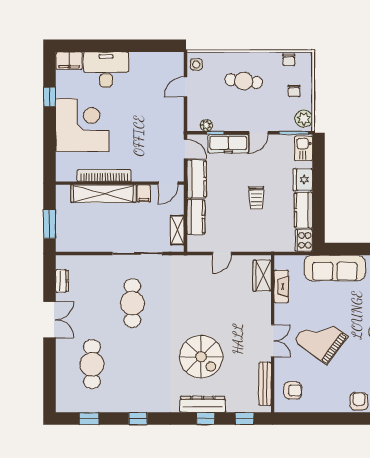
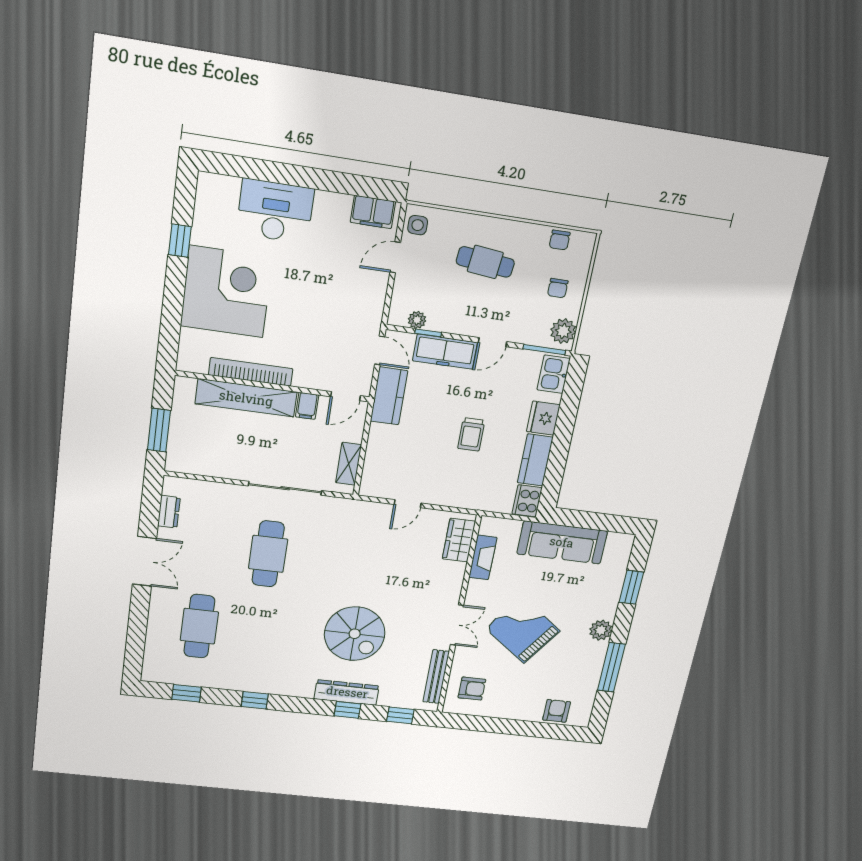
filing cabinet: (69, 61) -> (373, 212), moved
kitchen counter: (196, 217) -> (379, 449), removed

